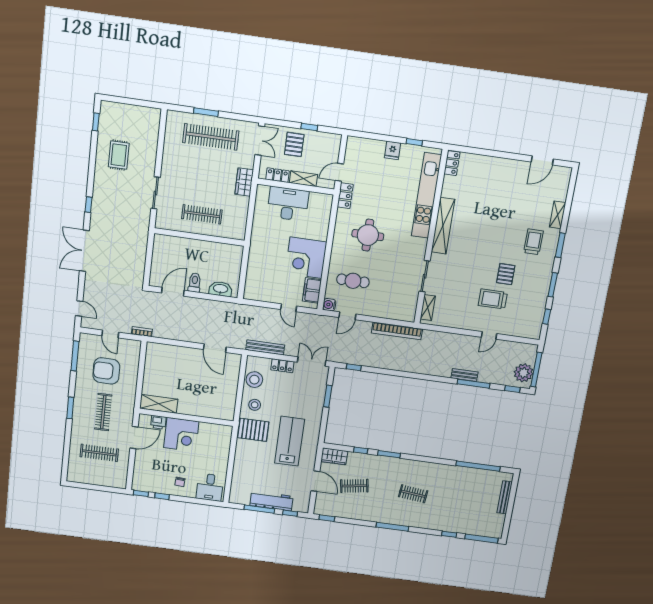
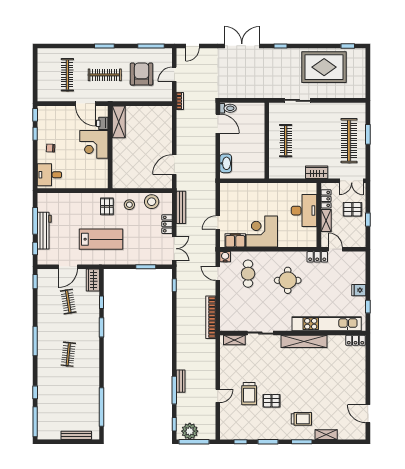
rug: (119, 155) -> (324, 67), width x1.86, depth x2.06
toilet: (195, 283) -> (228, 108), moved
trolley: (493, 299) -> (249, 394), turned 180
door: (489, 335) -> (218, 396), swing flipped
pallet: (253, 430) -> (107, 206), width x0.67, depth x0.71

